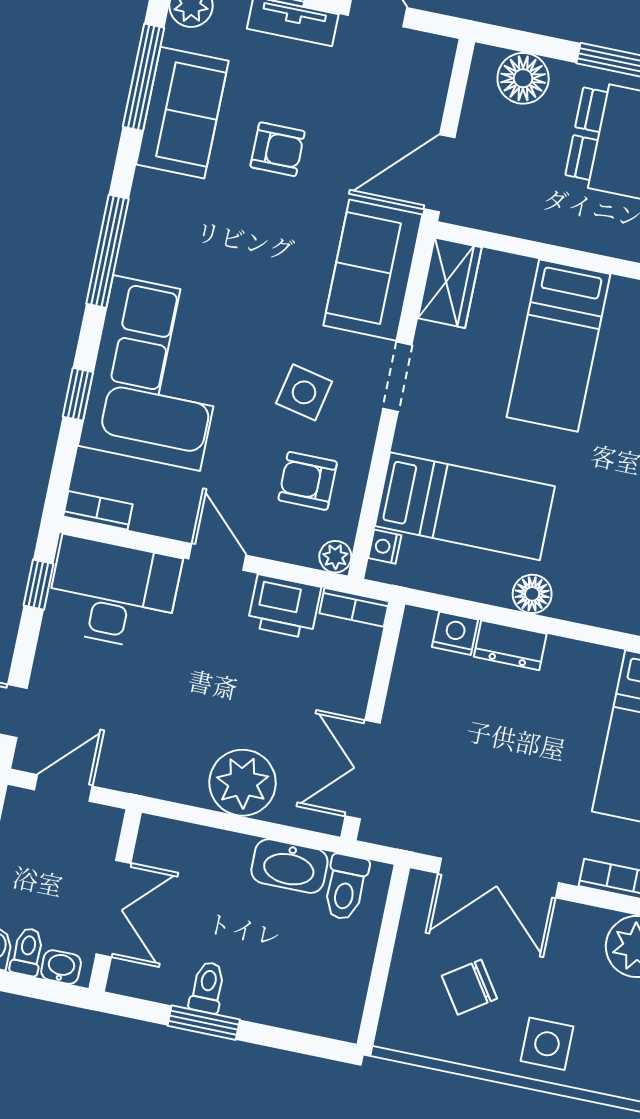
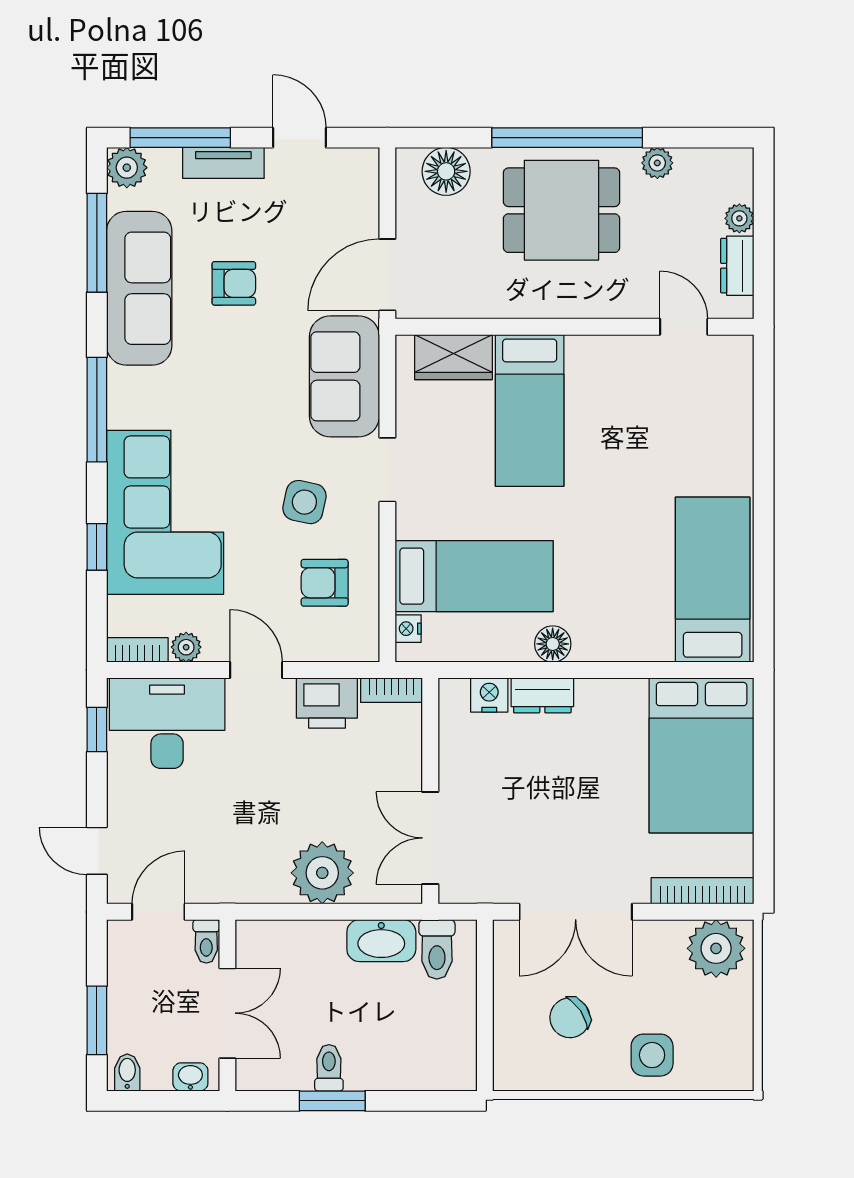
sofa: (182, 113) -> (139, 288), width x1.36
wardrobe: (450, 283) -> (454, 357), moved, turned 90
plant: (335, 557) -> (186, 647), moved
toilet: (27, 952) -> (206, 941), moved, turned 180

